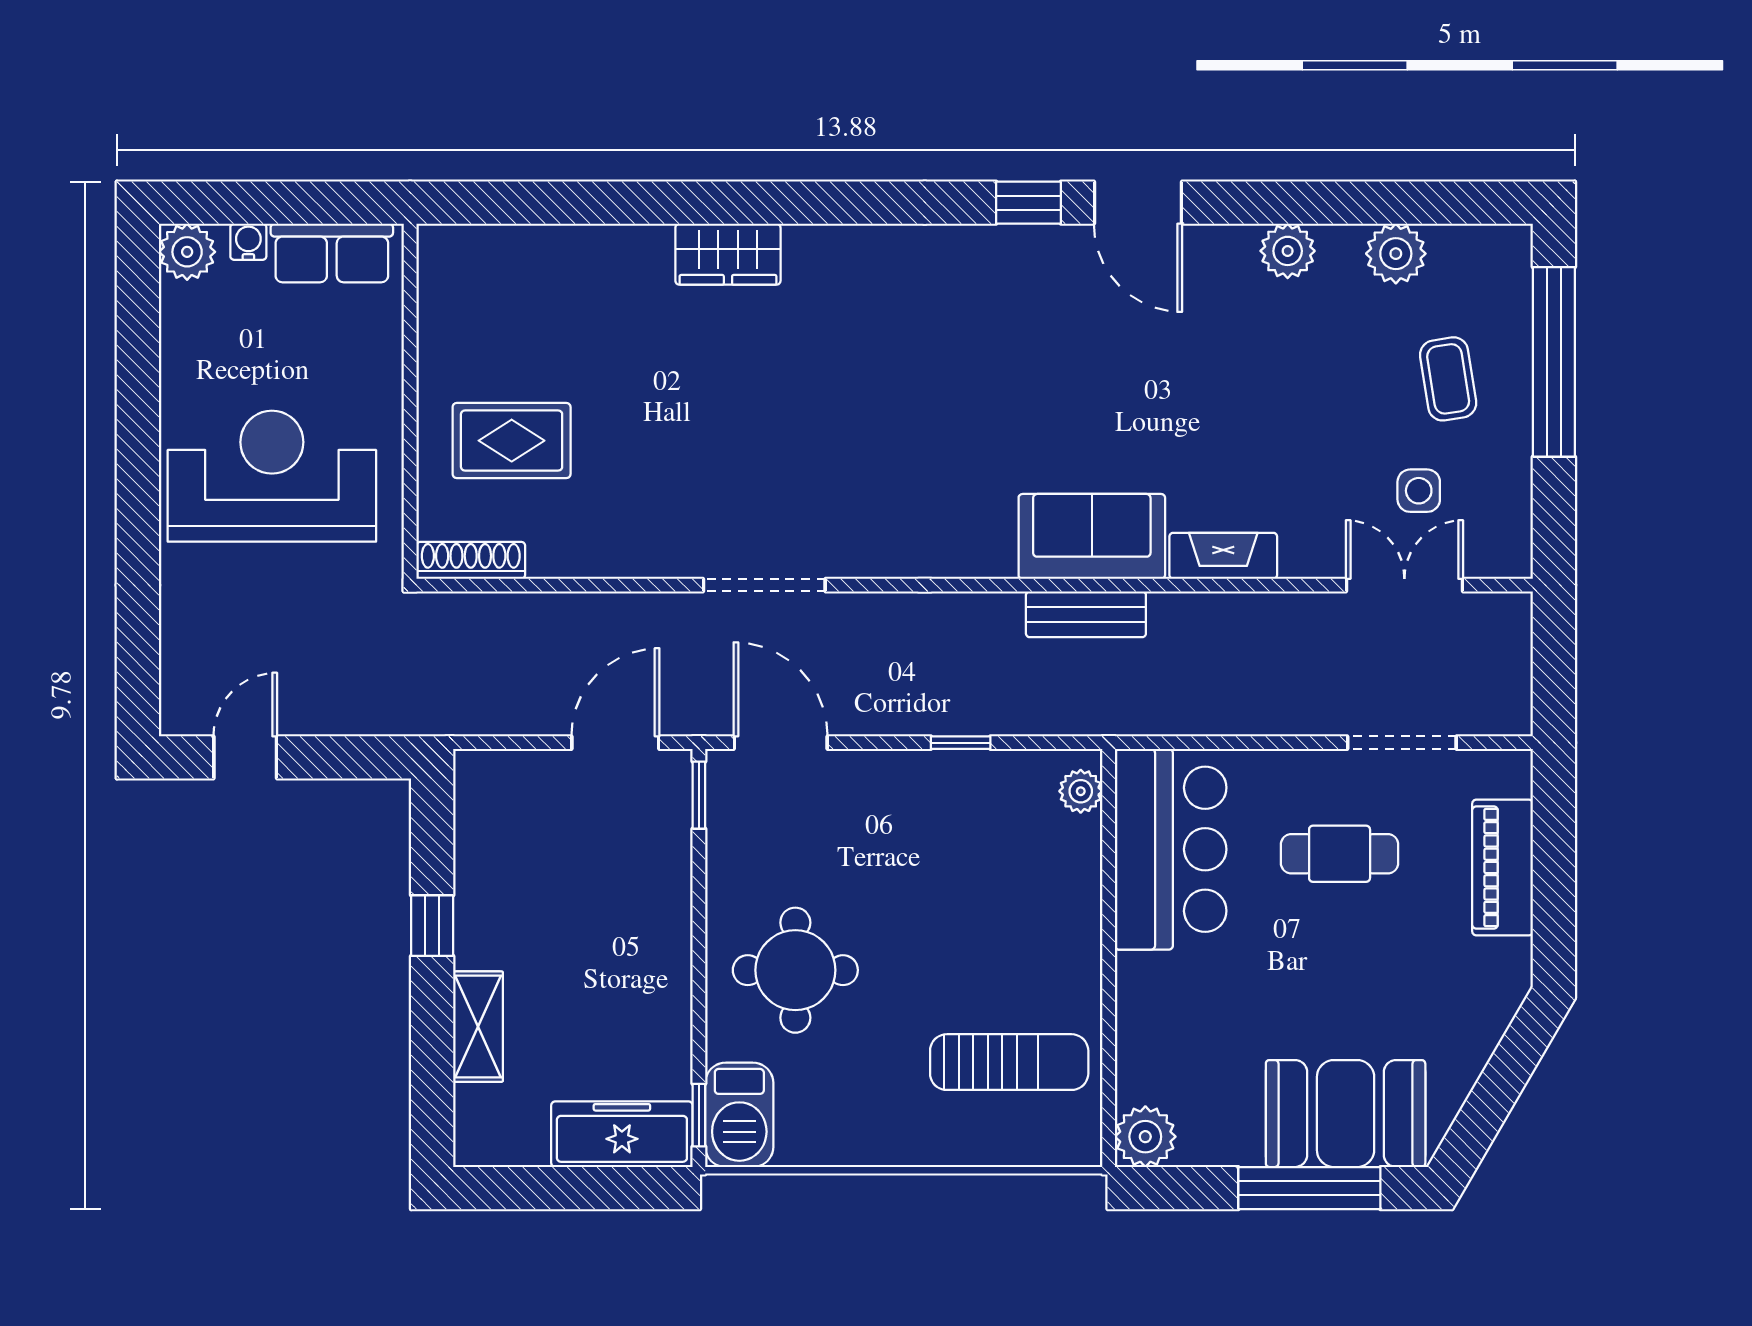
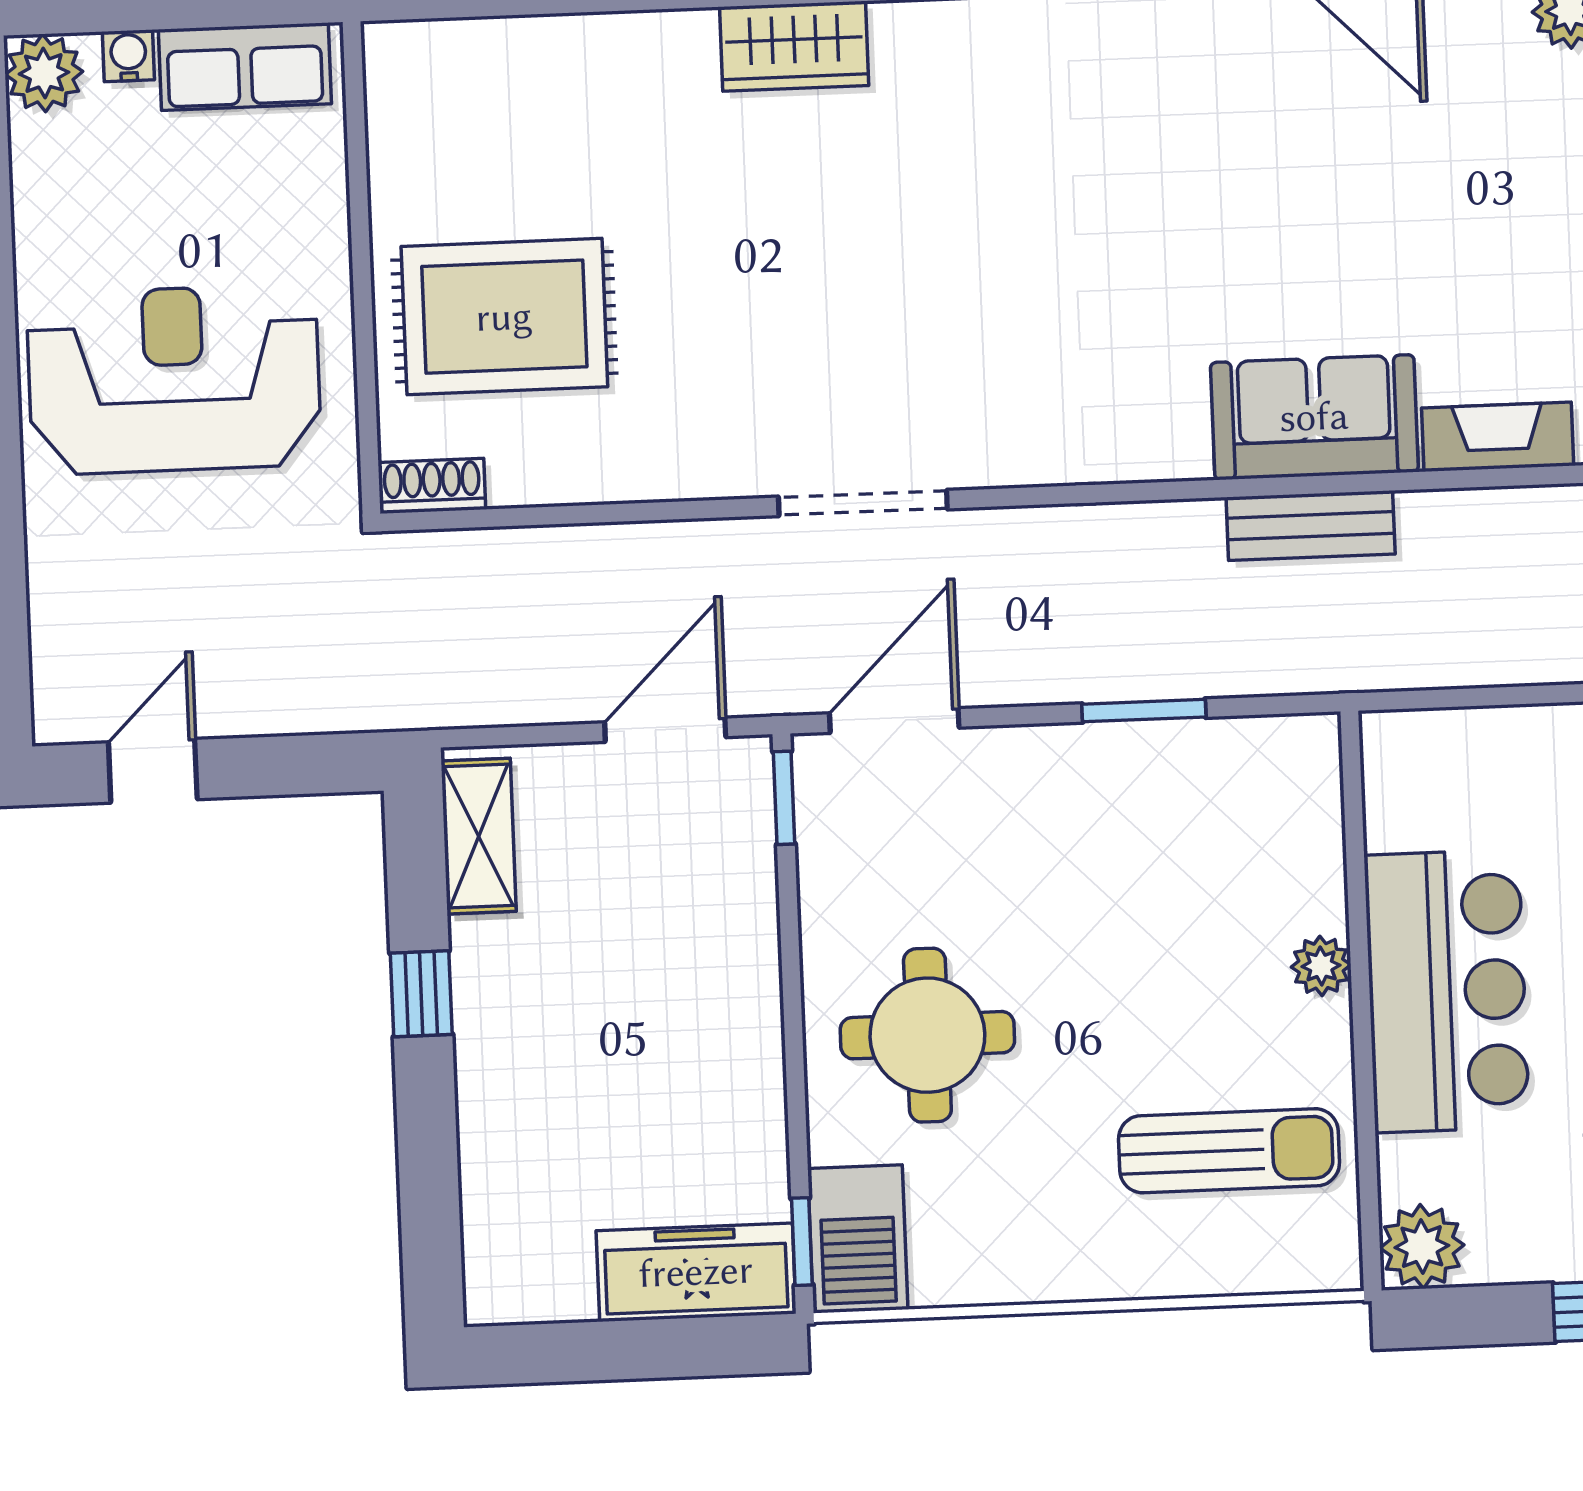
rug: (512, 441) -> (504, 317), width x1.36, depth x1.43
shoe rack: (471, 560) -> (432, 486), width x0.70
door: (781, 743) -> (894, 721), hinge flipped
window: (961, 743) -> (1144, 711), width x1.50
plant: (1081, 791) -> (1321, 966), moved
bar counter: (1171, 849) -> (1447, 991), moved
shelving: (478, 1027) -> (479, 836), moved

